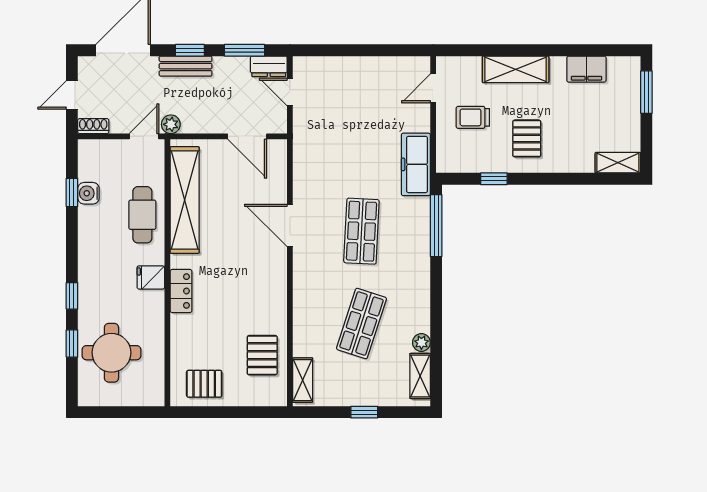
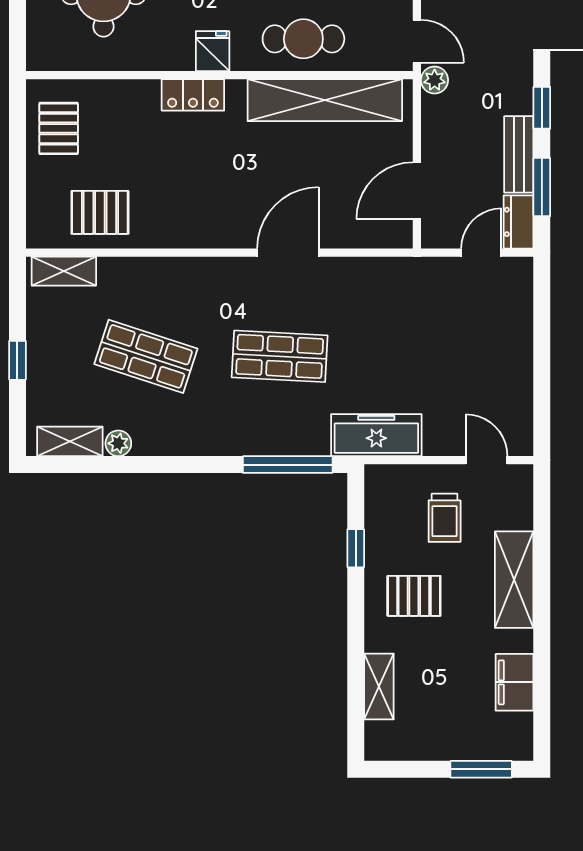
bench: (186, 66) -> (519, 154), moved
trolley: (473, 117) -> (445, 518), turned 180
shelving: (618, 163) -> (379, 687), moved

